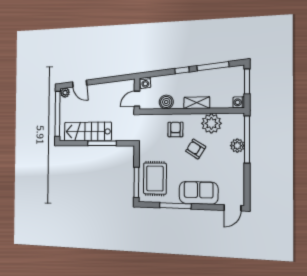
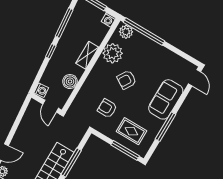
armchair: (175, 129) -> (107, 108), moved
plant: (237, 146) -> (126, 32), moved
rug: (155, 178) -> (131, 131), width x0.73, depth x0.70

